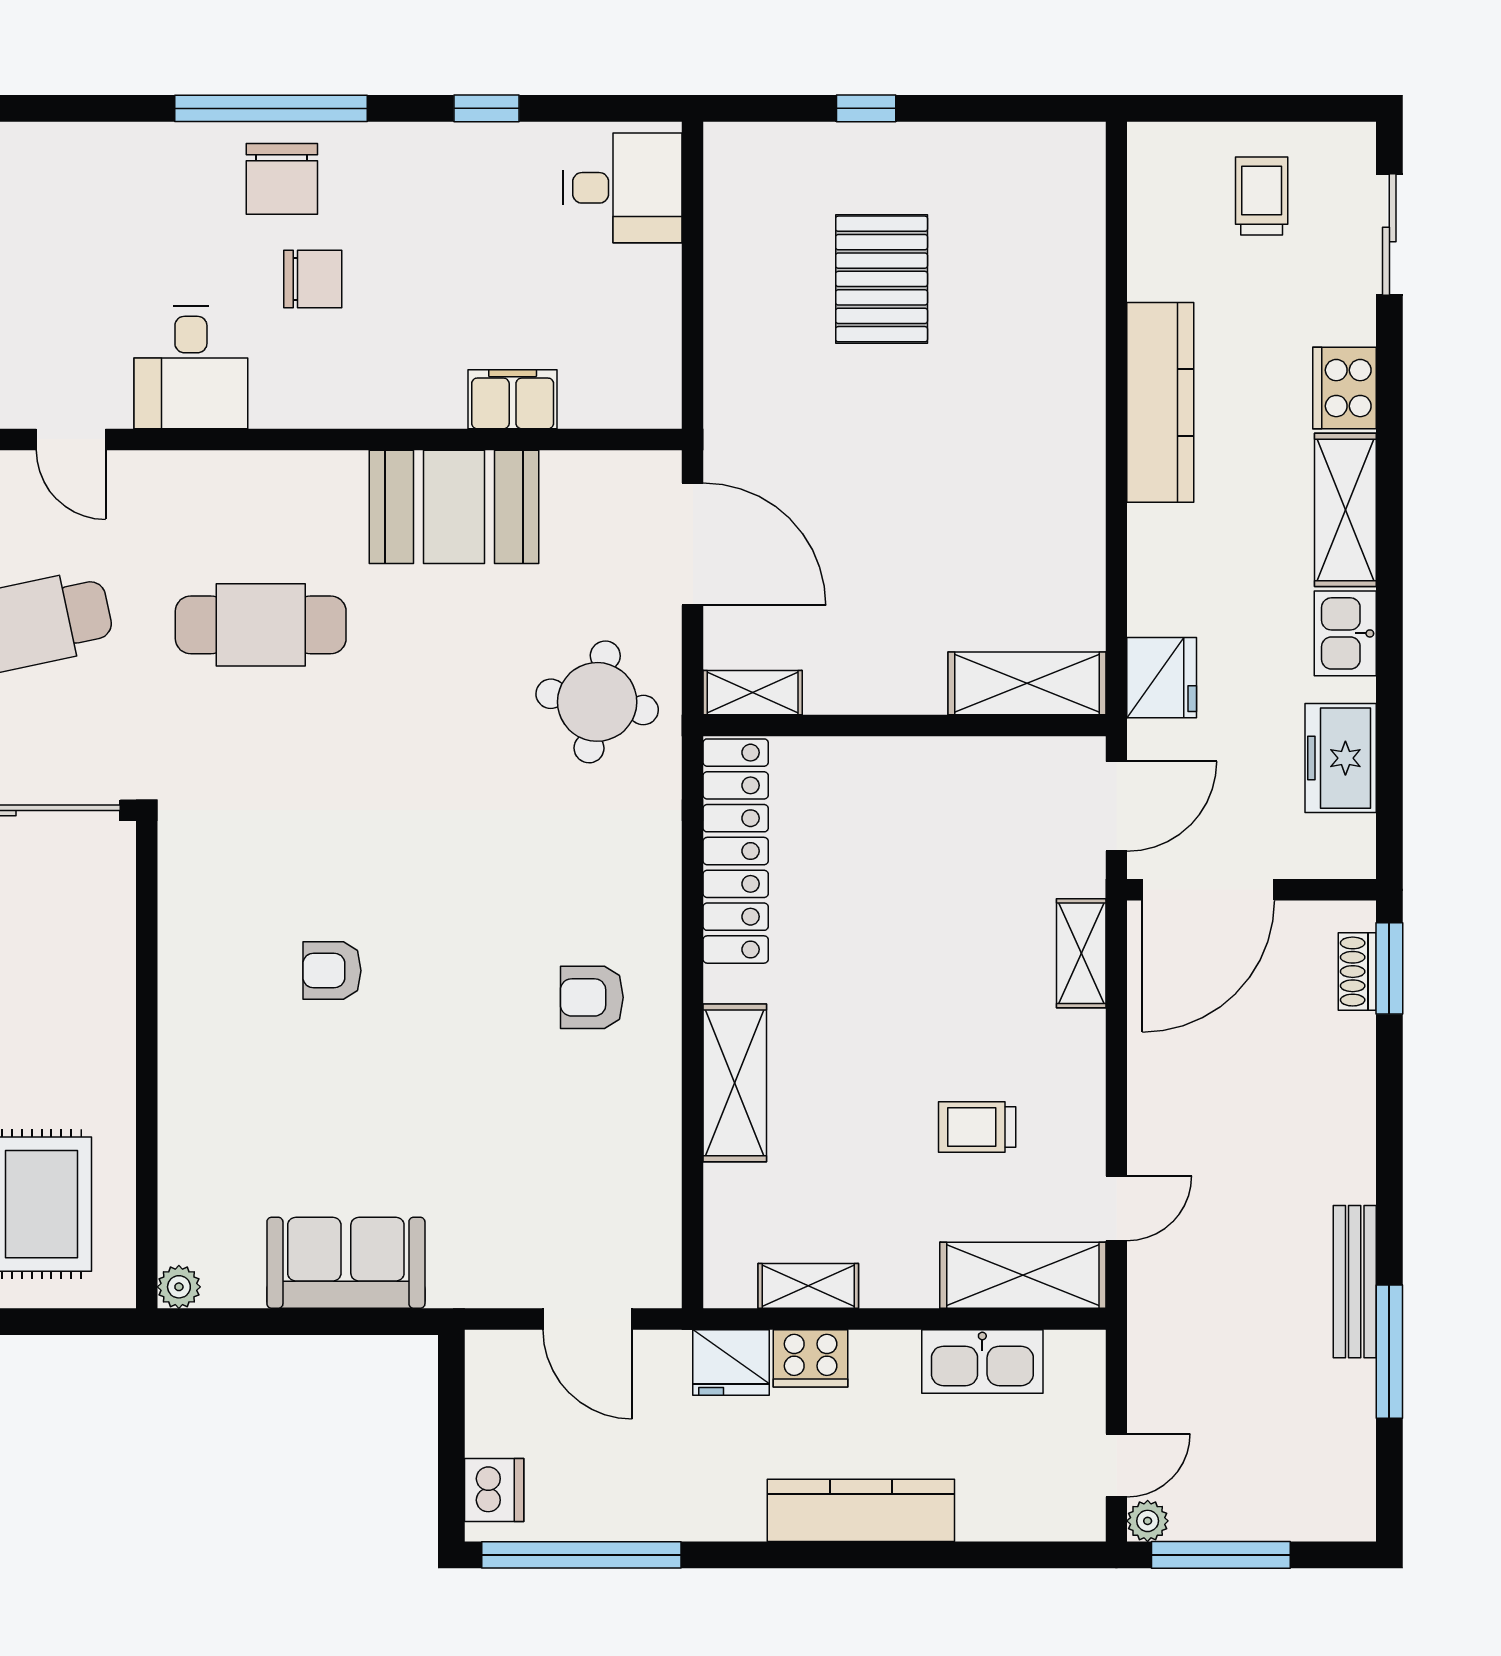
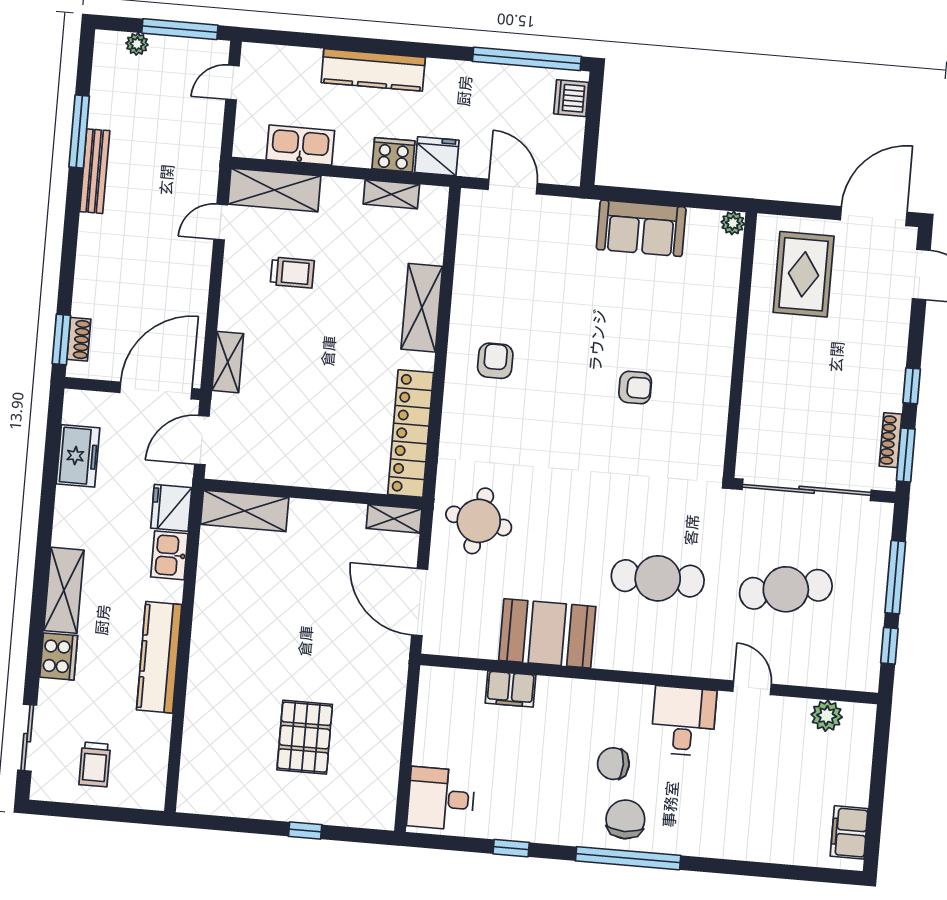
kitchen sink: (1345, 633) -> (169, 555), moved, turned 180
armchair: (592, 997) -> (495, 361), turned -90
plant: (1148, 1521) -> (137, 44), moved

